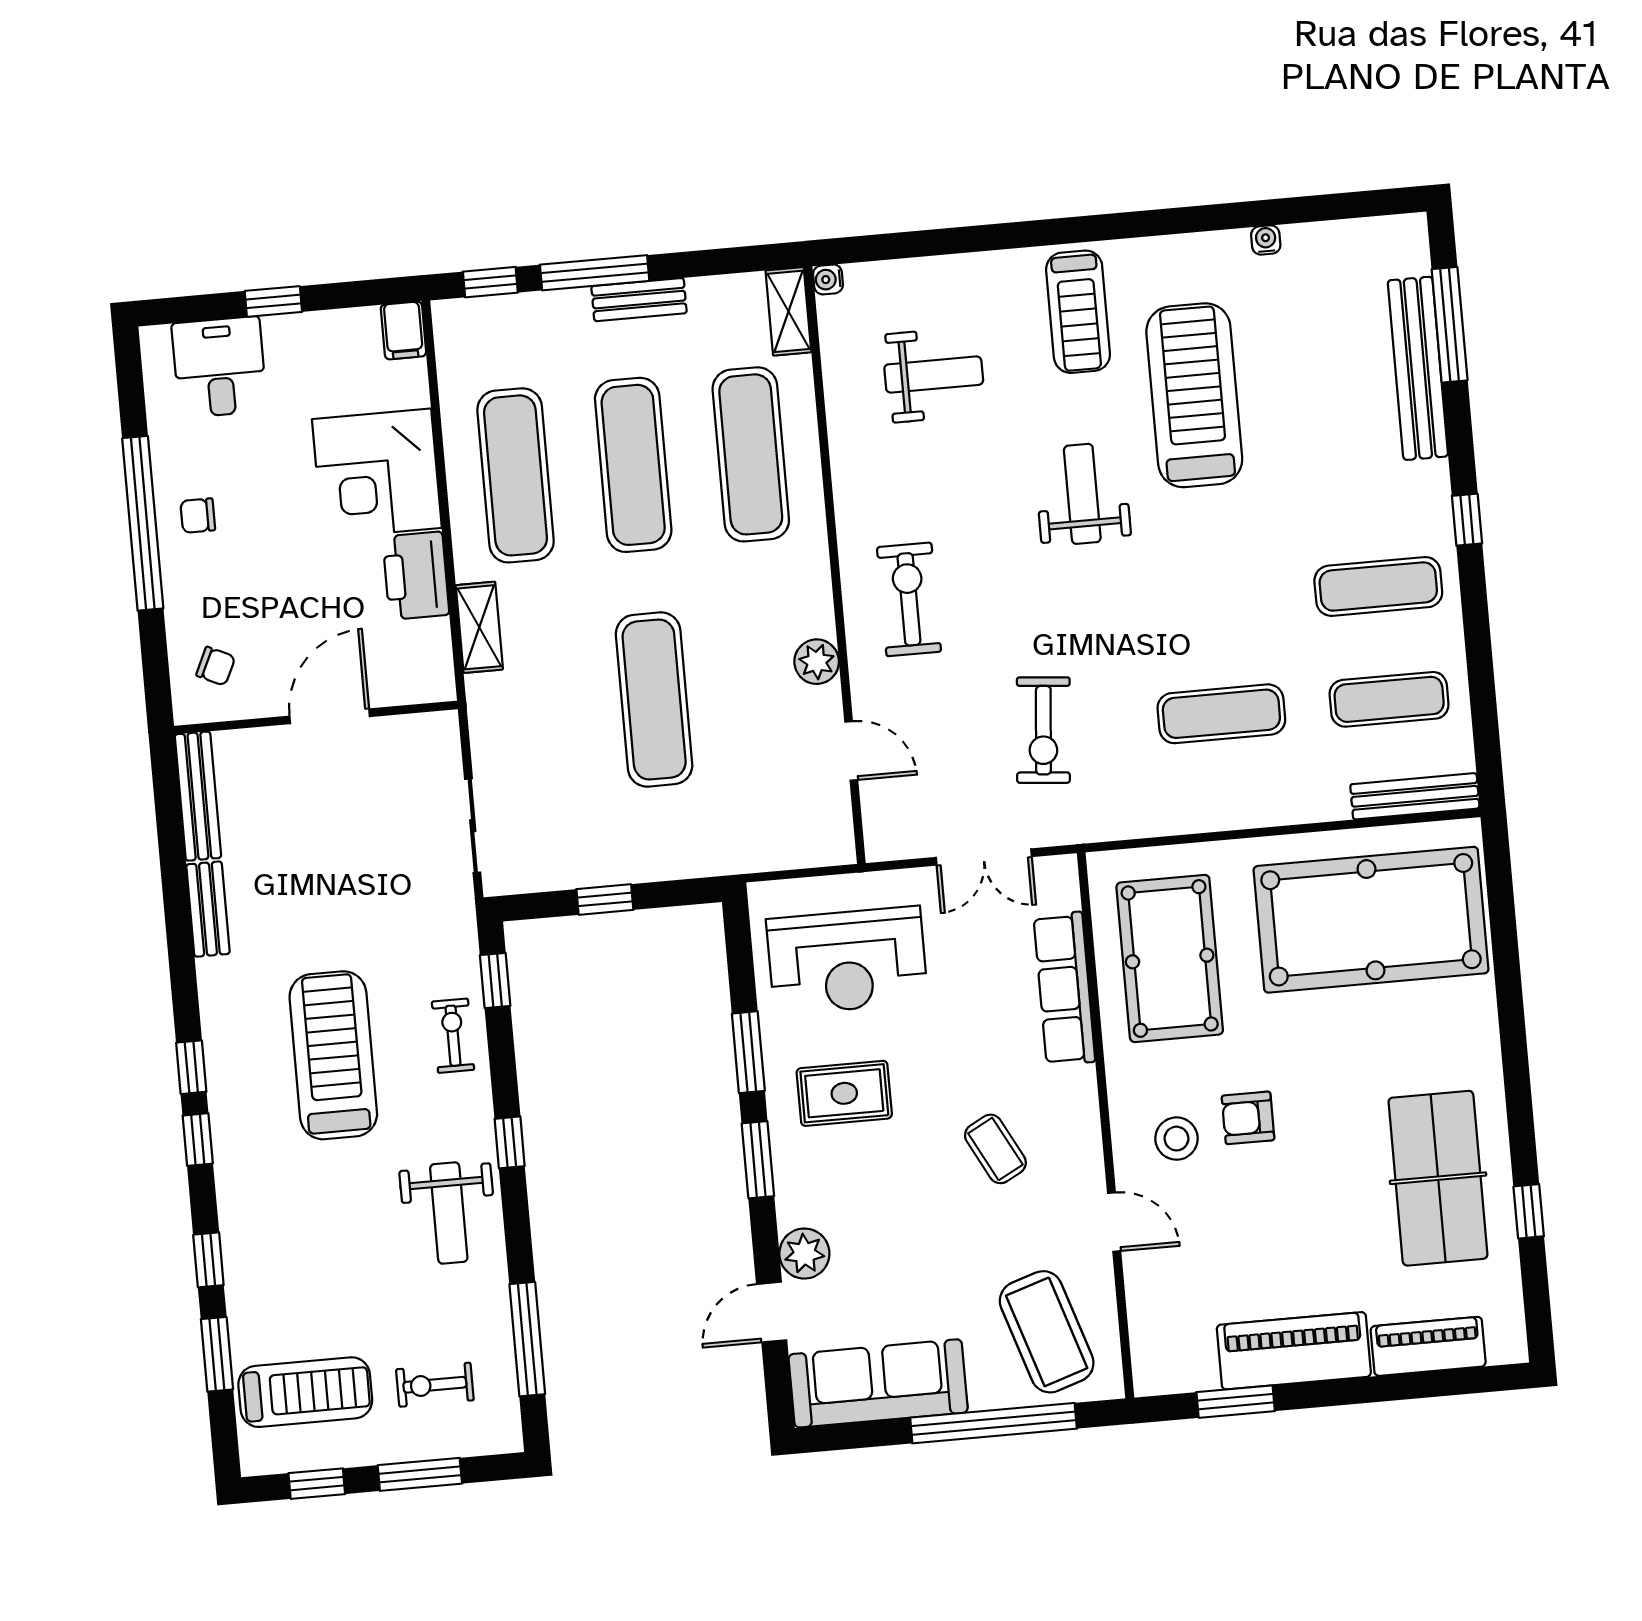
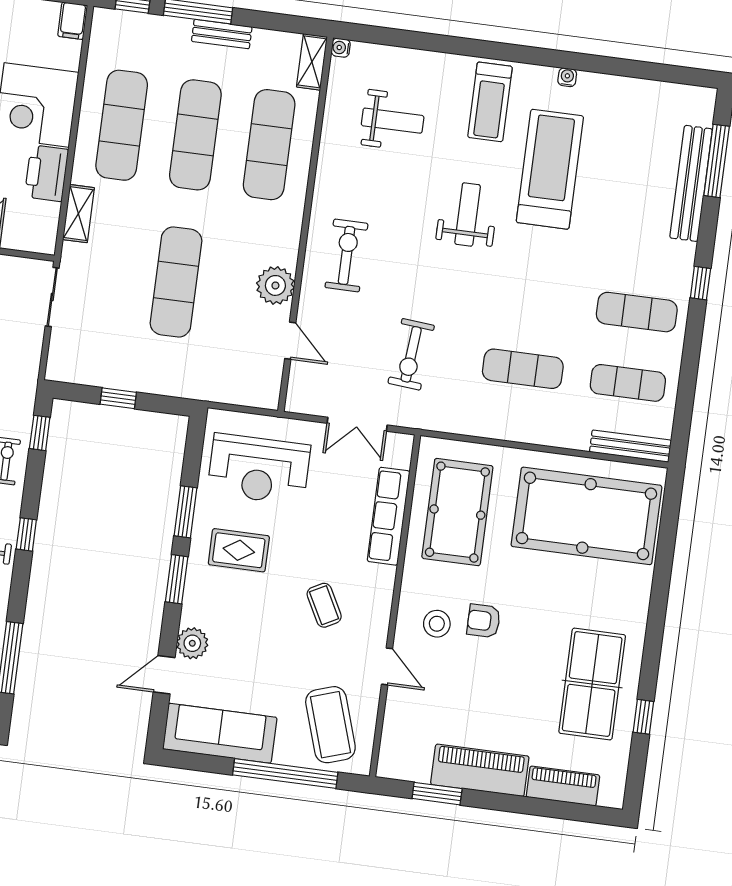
water cooler: (1266, 240) -> (567, 77), moved
plant: (817, 662) -> (275, 285), width x1.36, depth x1.36
sliding door: (473, 826) -> (52, 297), moved

